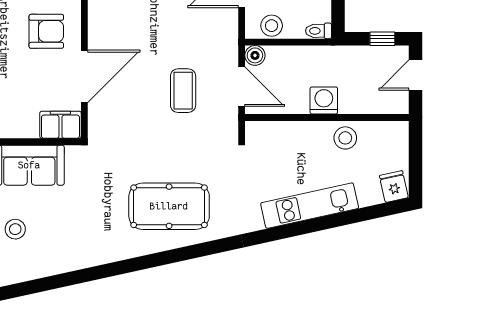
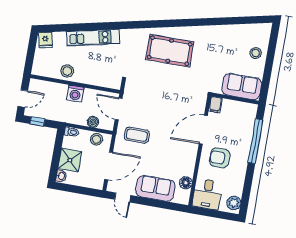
boiler: (255, 55) -> (93, 122), moved
coffee table: (183, 91) -> (137, 135), moved, turned 90
filing cabinet: (60, 125) -> (215, 105), width x0.50

